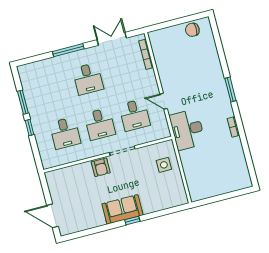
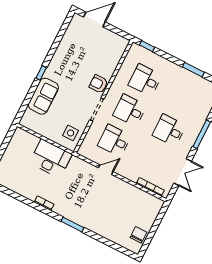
window: (29, 128) -> (147, 46), moved
desk: (187, 129) -> (51, 159), moved
side table: (164, 165) -> (71, 133), moved
sofa: (122, 209) -> (43, 96), moved

